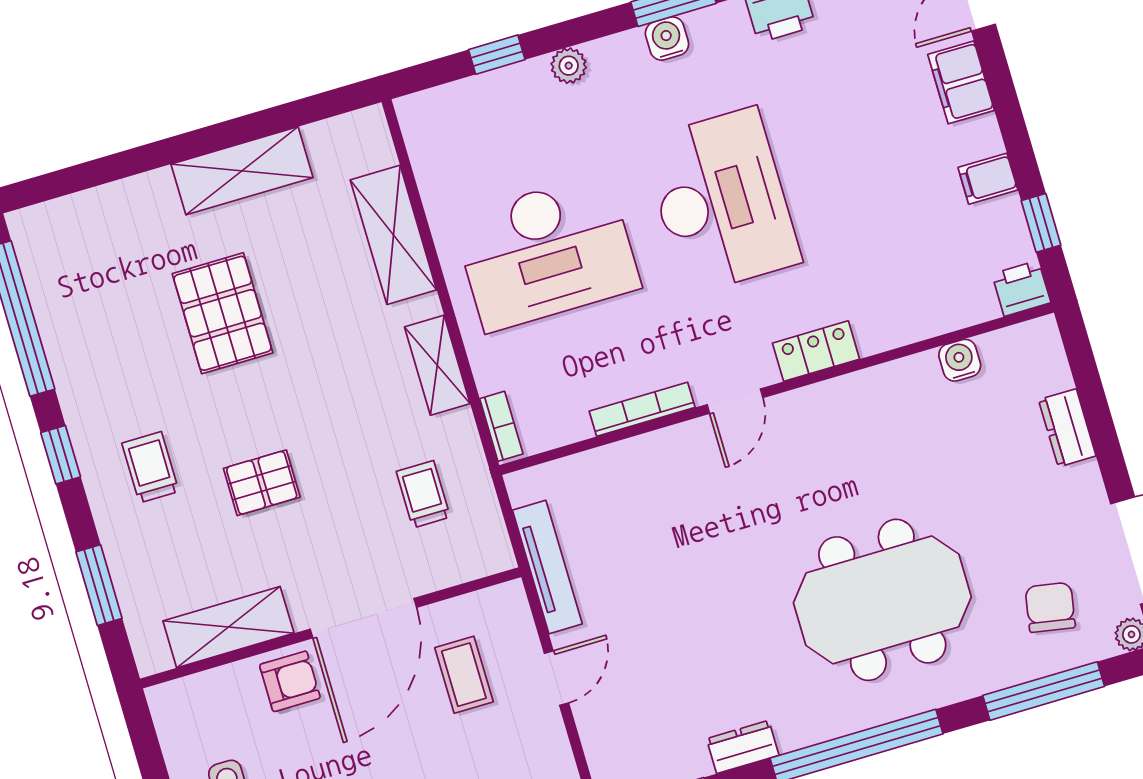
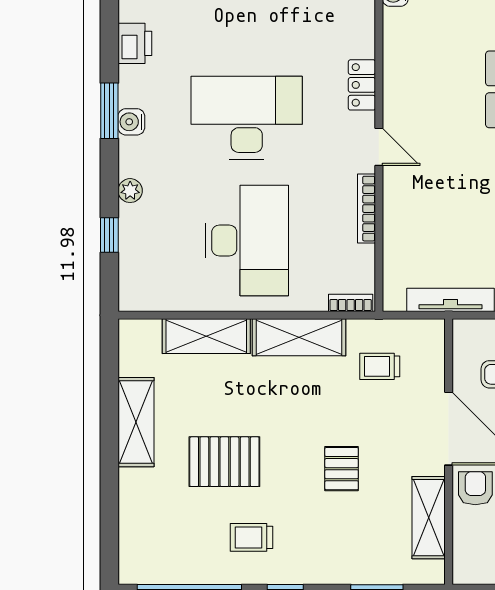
shelving: (437, 365) -> (299, 337), width x1.50, depth x1.33
trolley: (150, 467) -> (251, 537), moved

